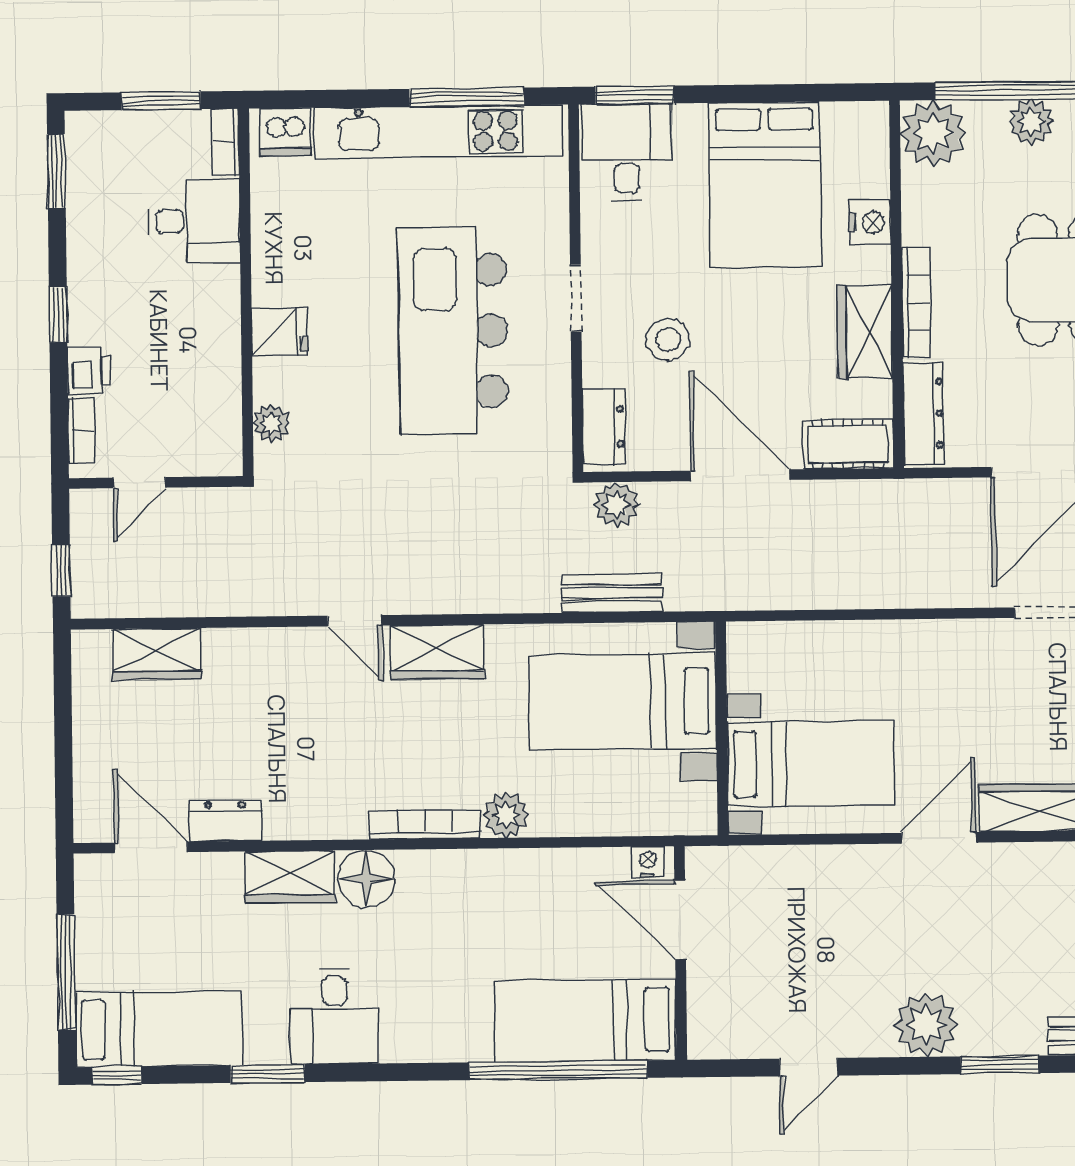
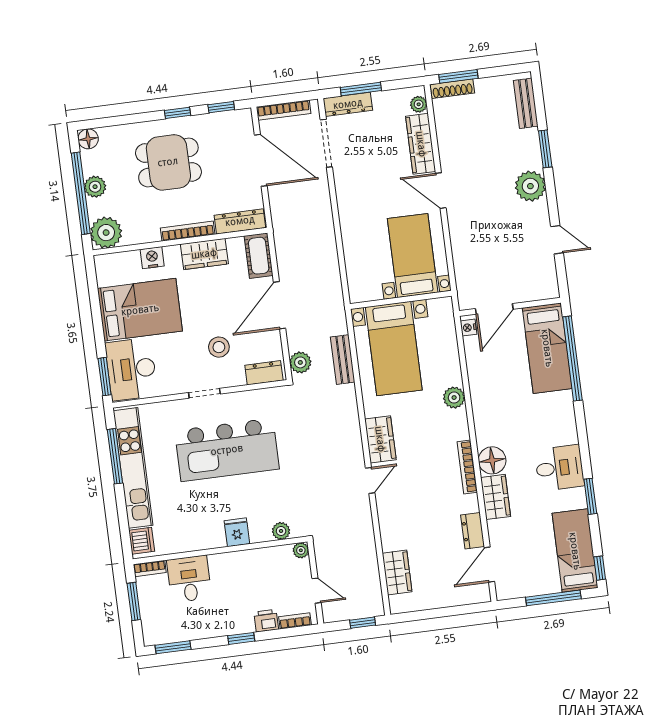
desk: (627, 152) -> (131, 369), width x1.37
plant: (226, 460) -> (301, 550), added
bookcase: (425, 825) -> (467, 467), moved

